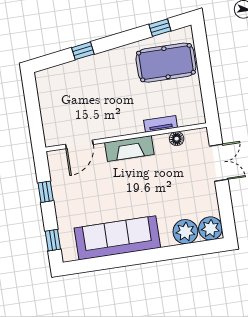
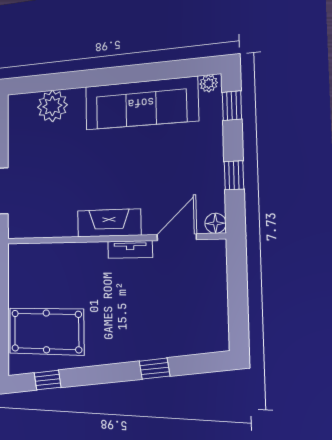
tv unit: (161, 124) -> (130, 249), moved
floor lamp: (177, 139) -> (215, 223), moved
plant: (210, 228) -> (209, 83), moved, width x0.53, depth x0.53

